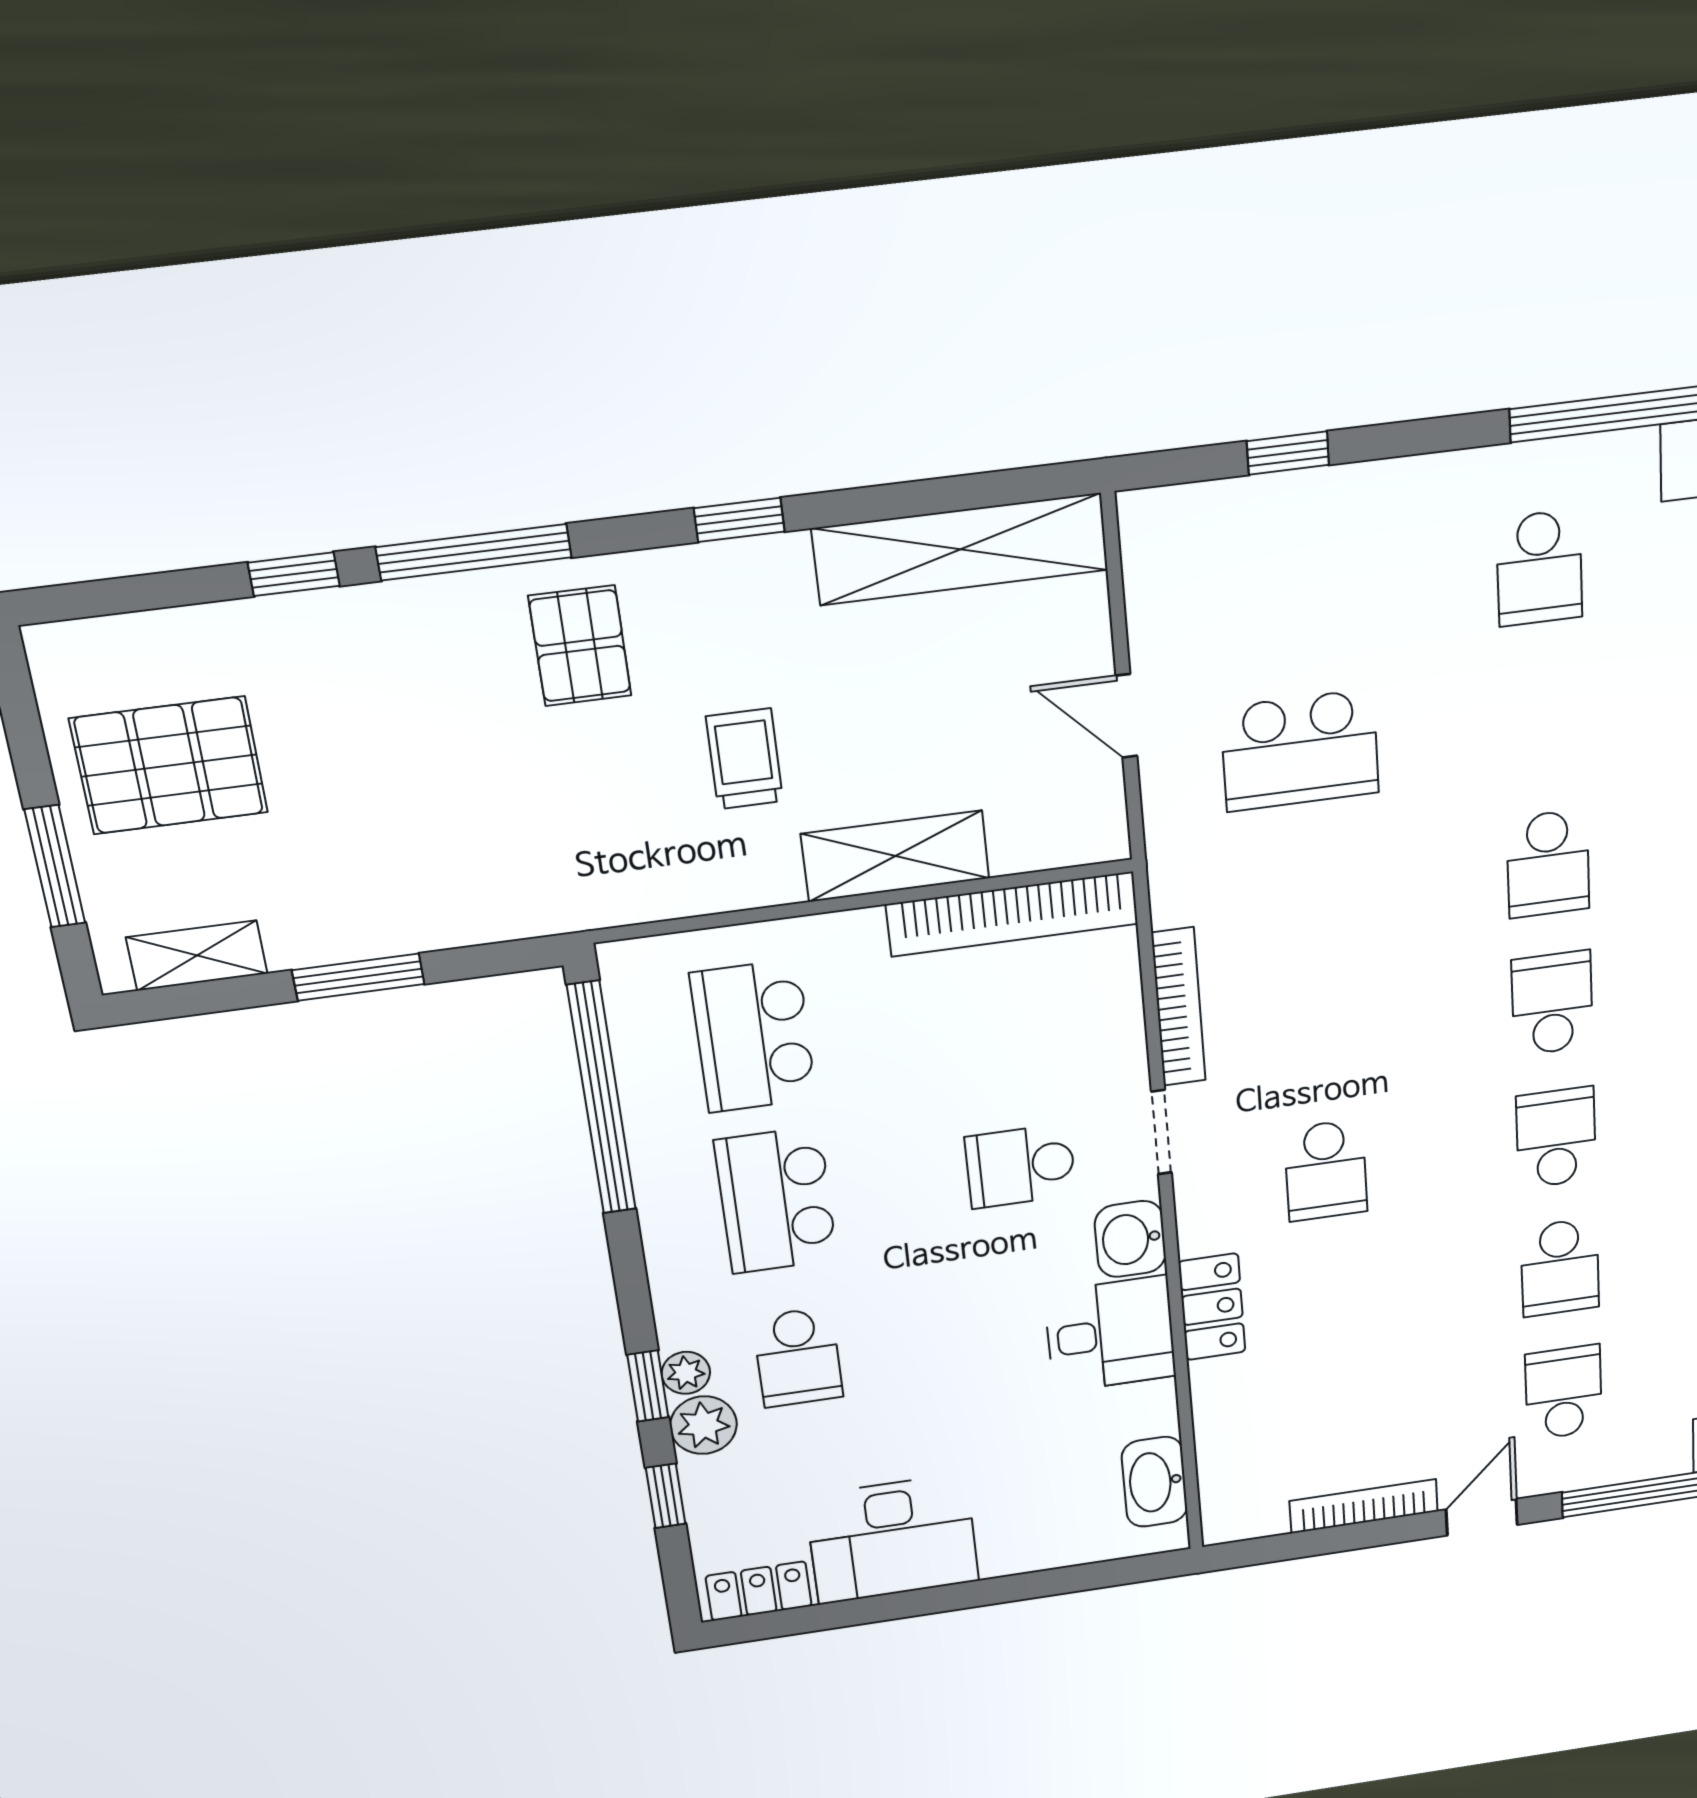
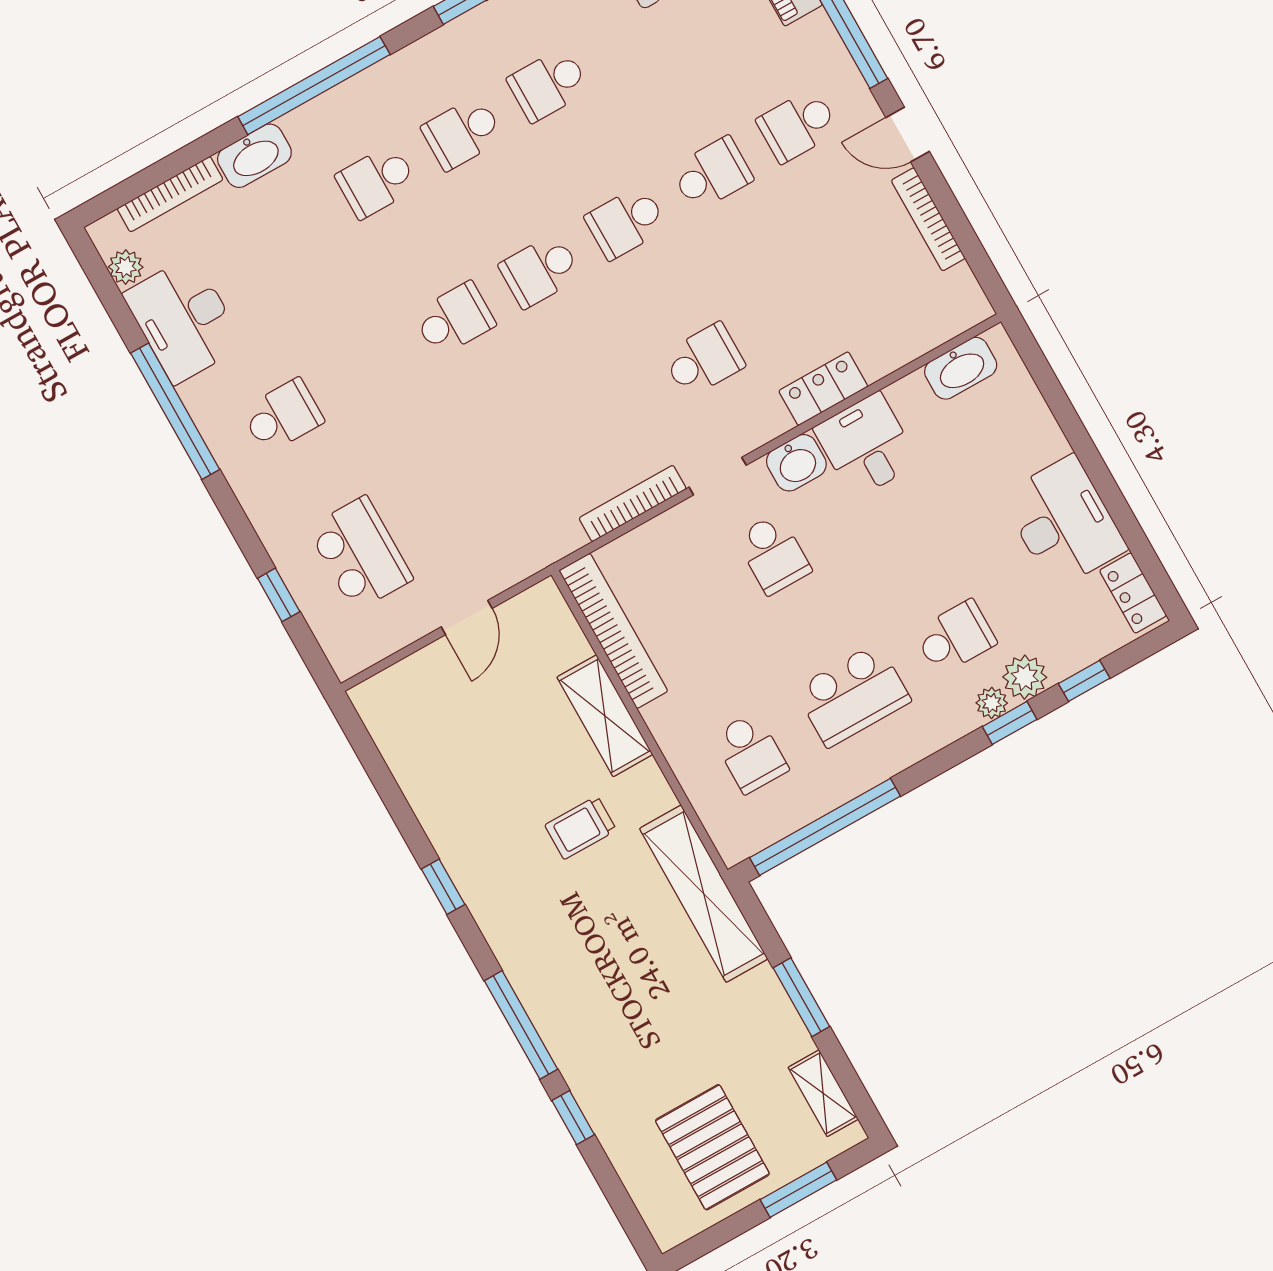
shelving: (961, 549) -> (704, 894), moved
pallet: (580, 646) -> (551, 947), removed
school desk: (1300, 750) -> (360, 554), moved
school desk: (753, 1036) -> (750, 753), width x0.54

